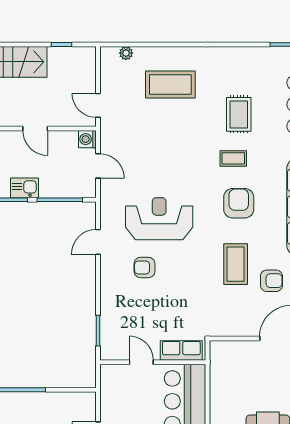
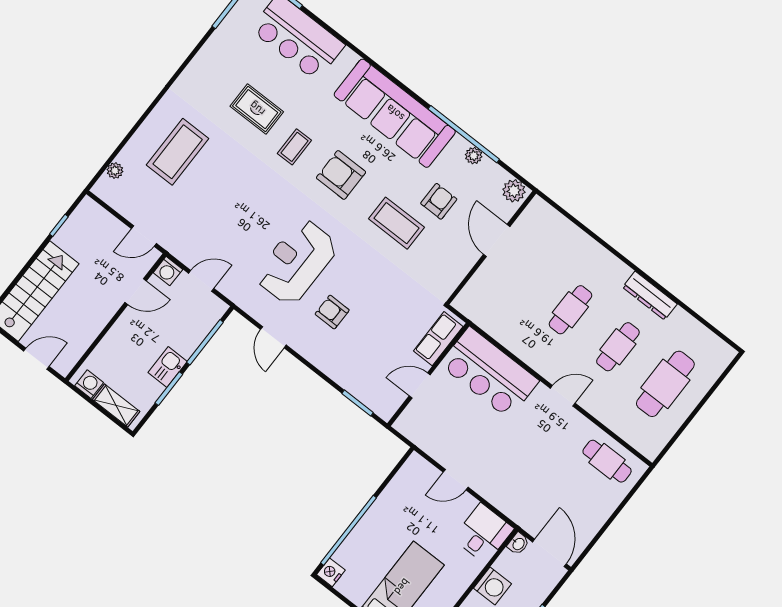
door: (35, 129) -> (136, 292), moved
armchair: (144, 267) -> (332, 312), turned 90

